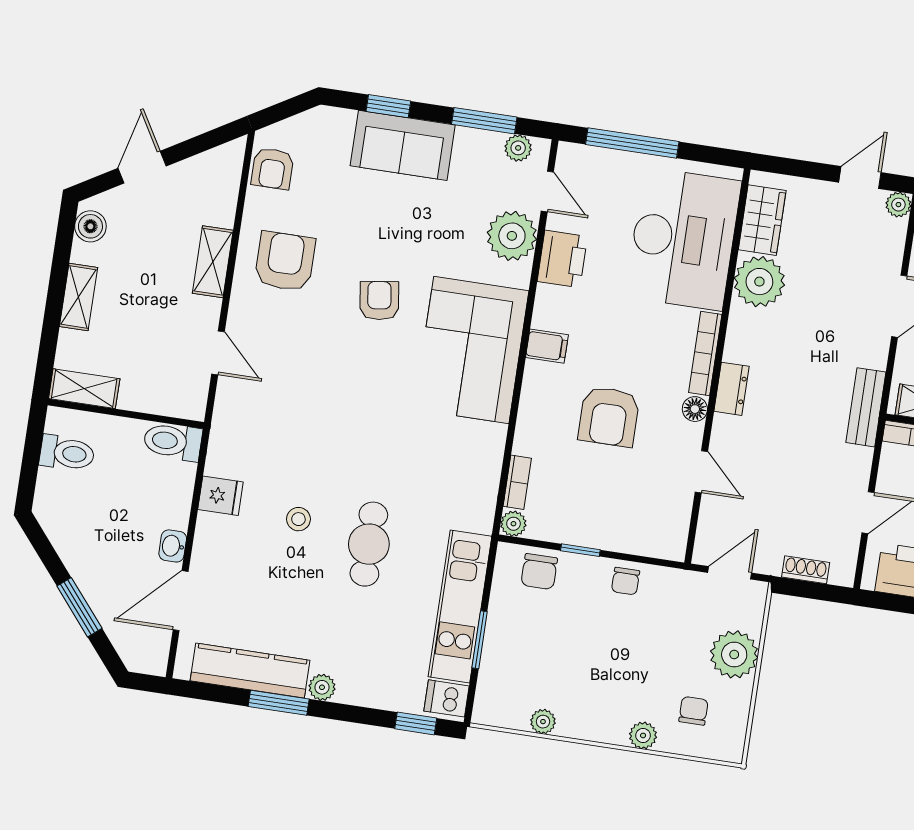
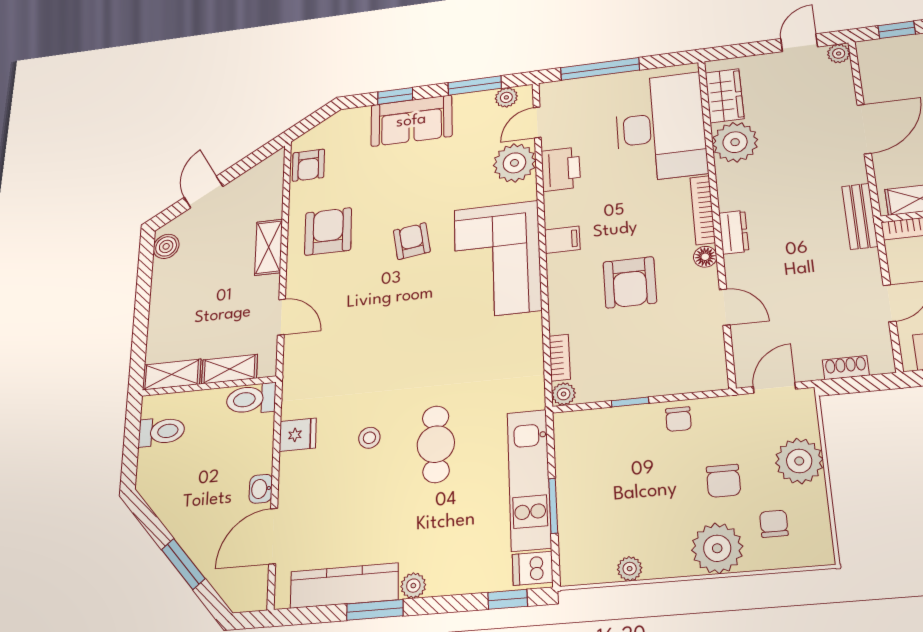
door: (547, 192) -> (537, 122), swing flipped
shelving: (78, 297) -> (230, 369), moved, turned 90
chair: (539, 571) -> (723, 481), moved
plant: (643, 735) -> (717, 548), width x1.87, depth x1.87

